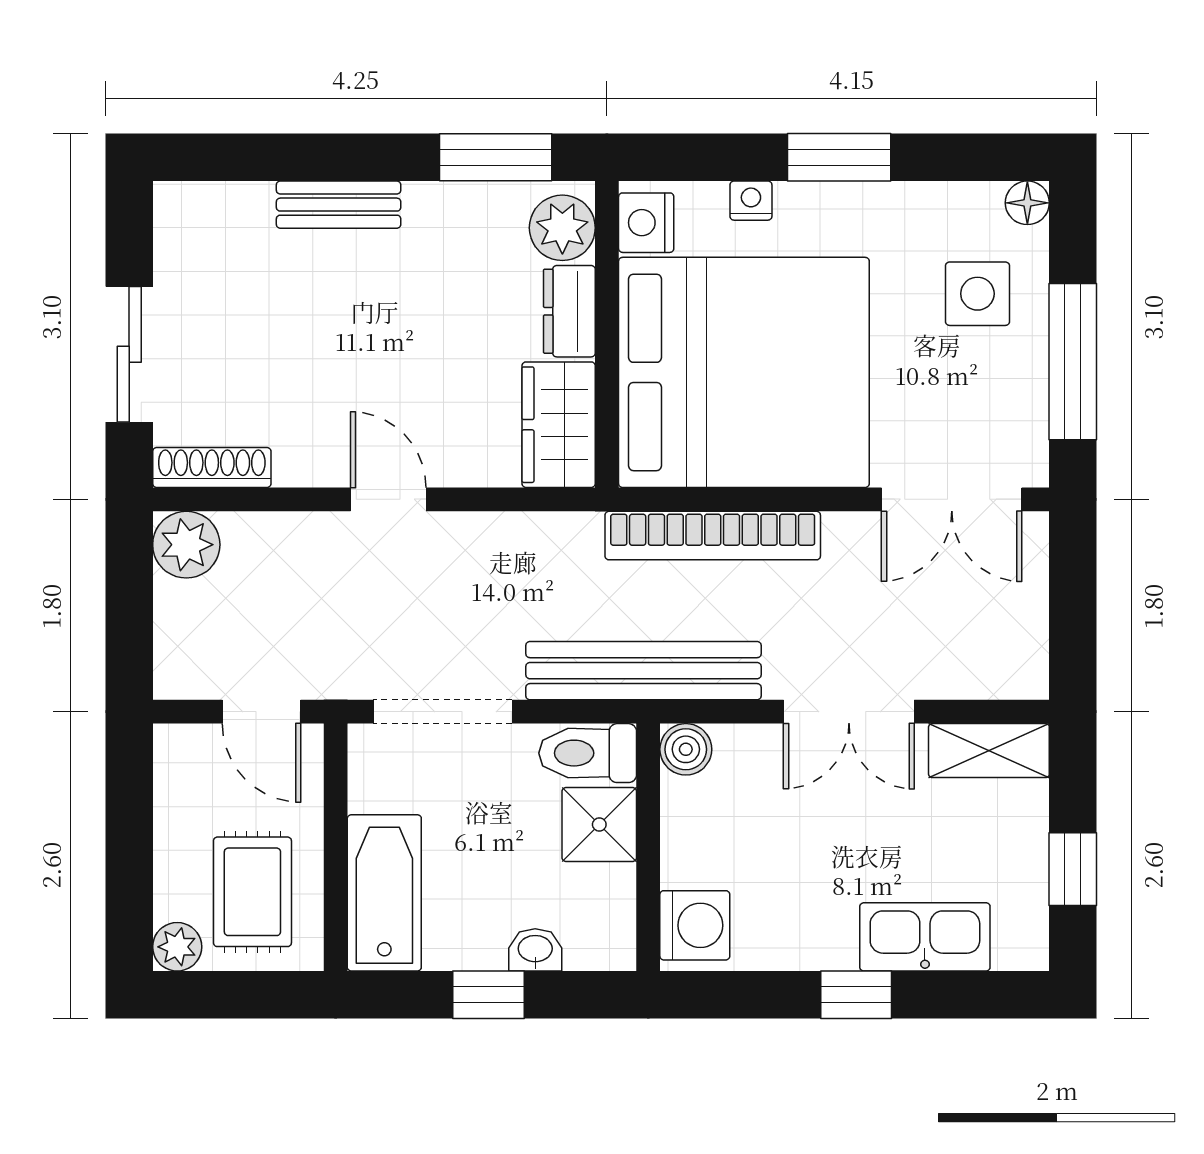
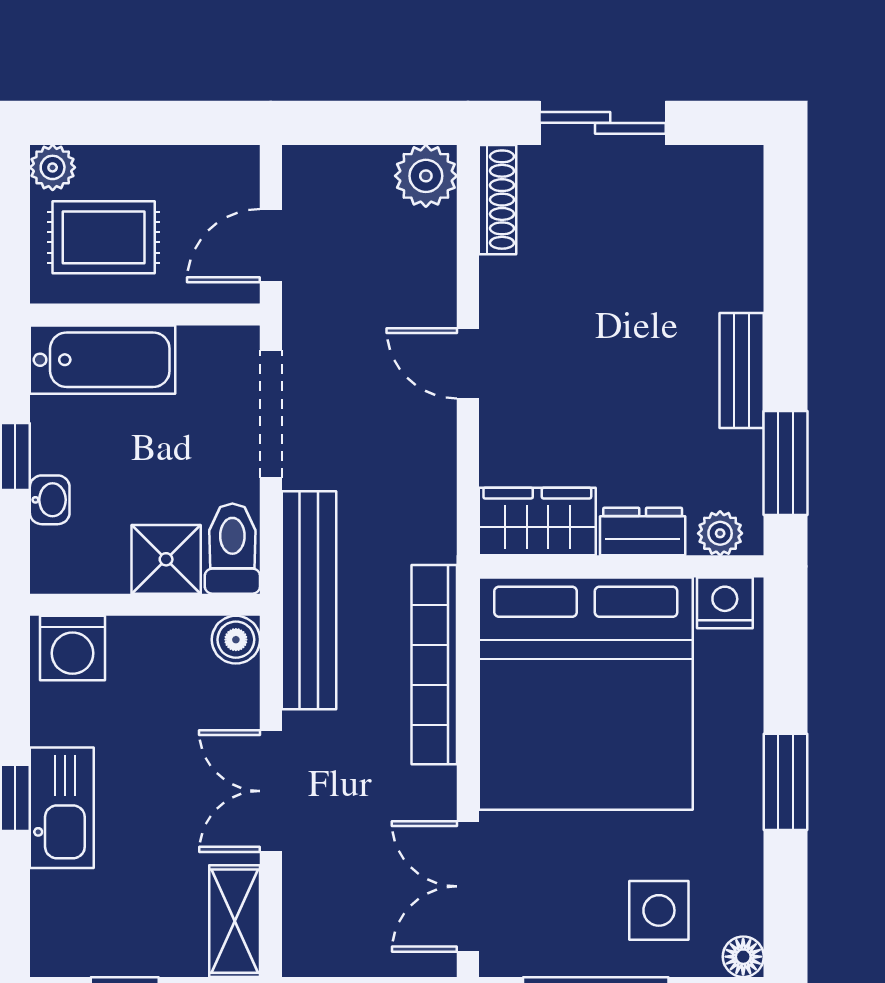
nightstand: (751, 201) -> (745, 700), removed
bench: (339, 205) -> (742, 370), moved
plant: (562, 228) -> (720, 533), width x0.73, depth x0.73
door: (388, 499) -> (468, 363), swing flipped
kitchen sink: (925, 937) -> (62, 808), moved

